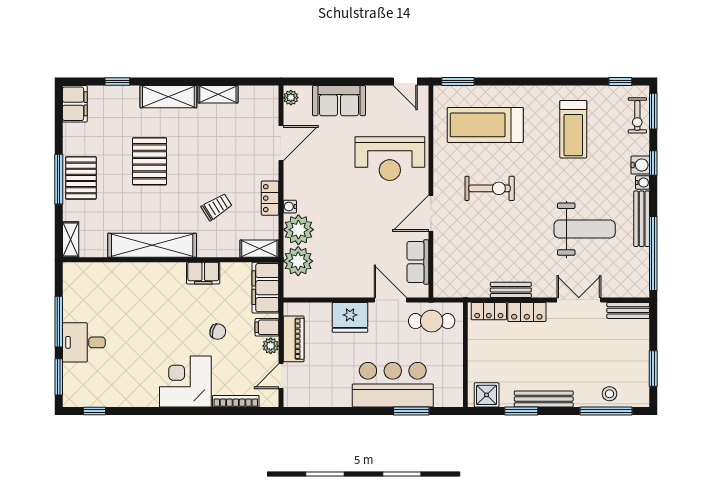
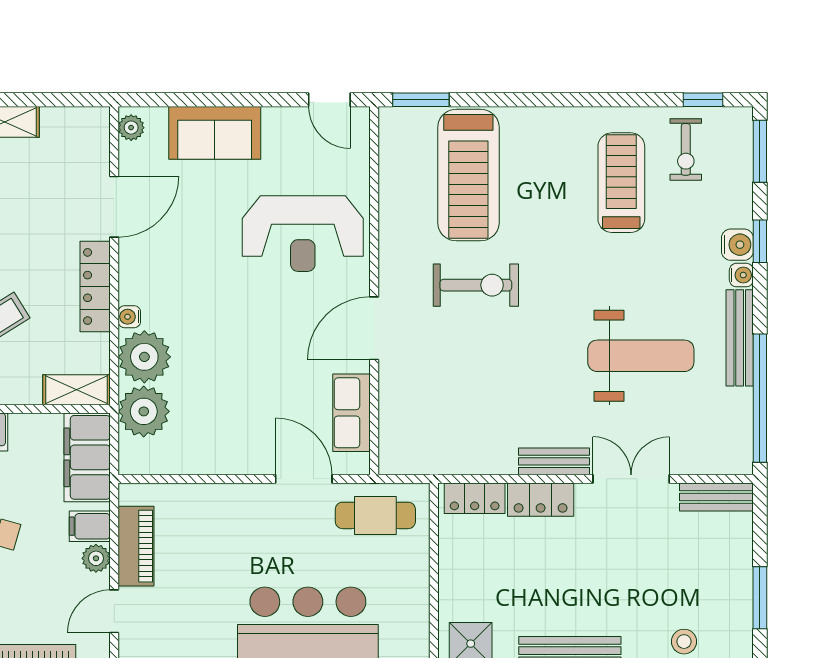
exercise bike: (637, 115) -> (686, 149), moved
treadmill: (485, 125) -> (468, 175), turned -90
treadmill: (573, 129) -> (621, 183), turned 180
locker: (270, 198) -> (95, 286), width x1.53
bench: (511, 290) -> (554, 461), moved
fridge: (350, 317) -> (234, 509), removed

